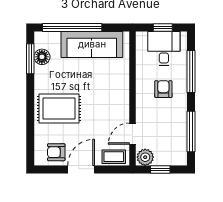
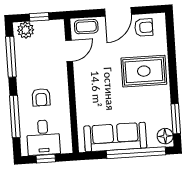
floor lamp: (42, 57) -> (165, 136), moved
plant: (145, 157) -> (26, 30), moved

